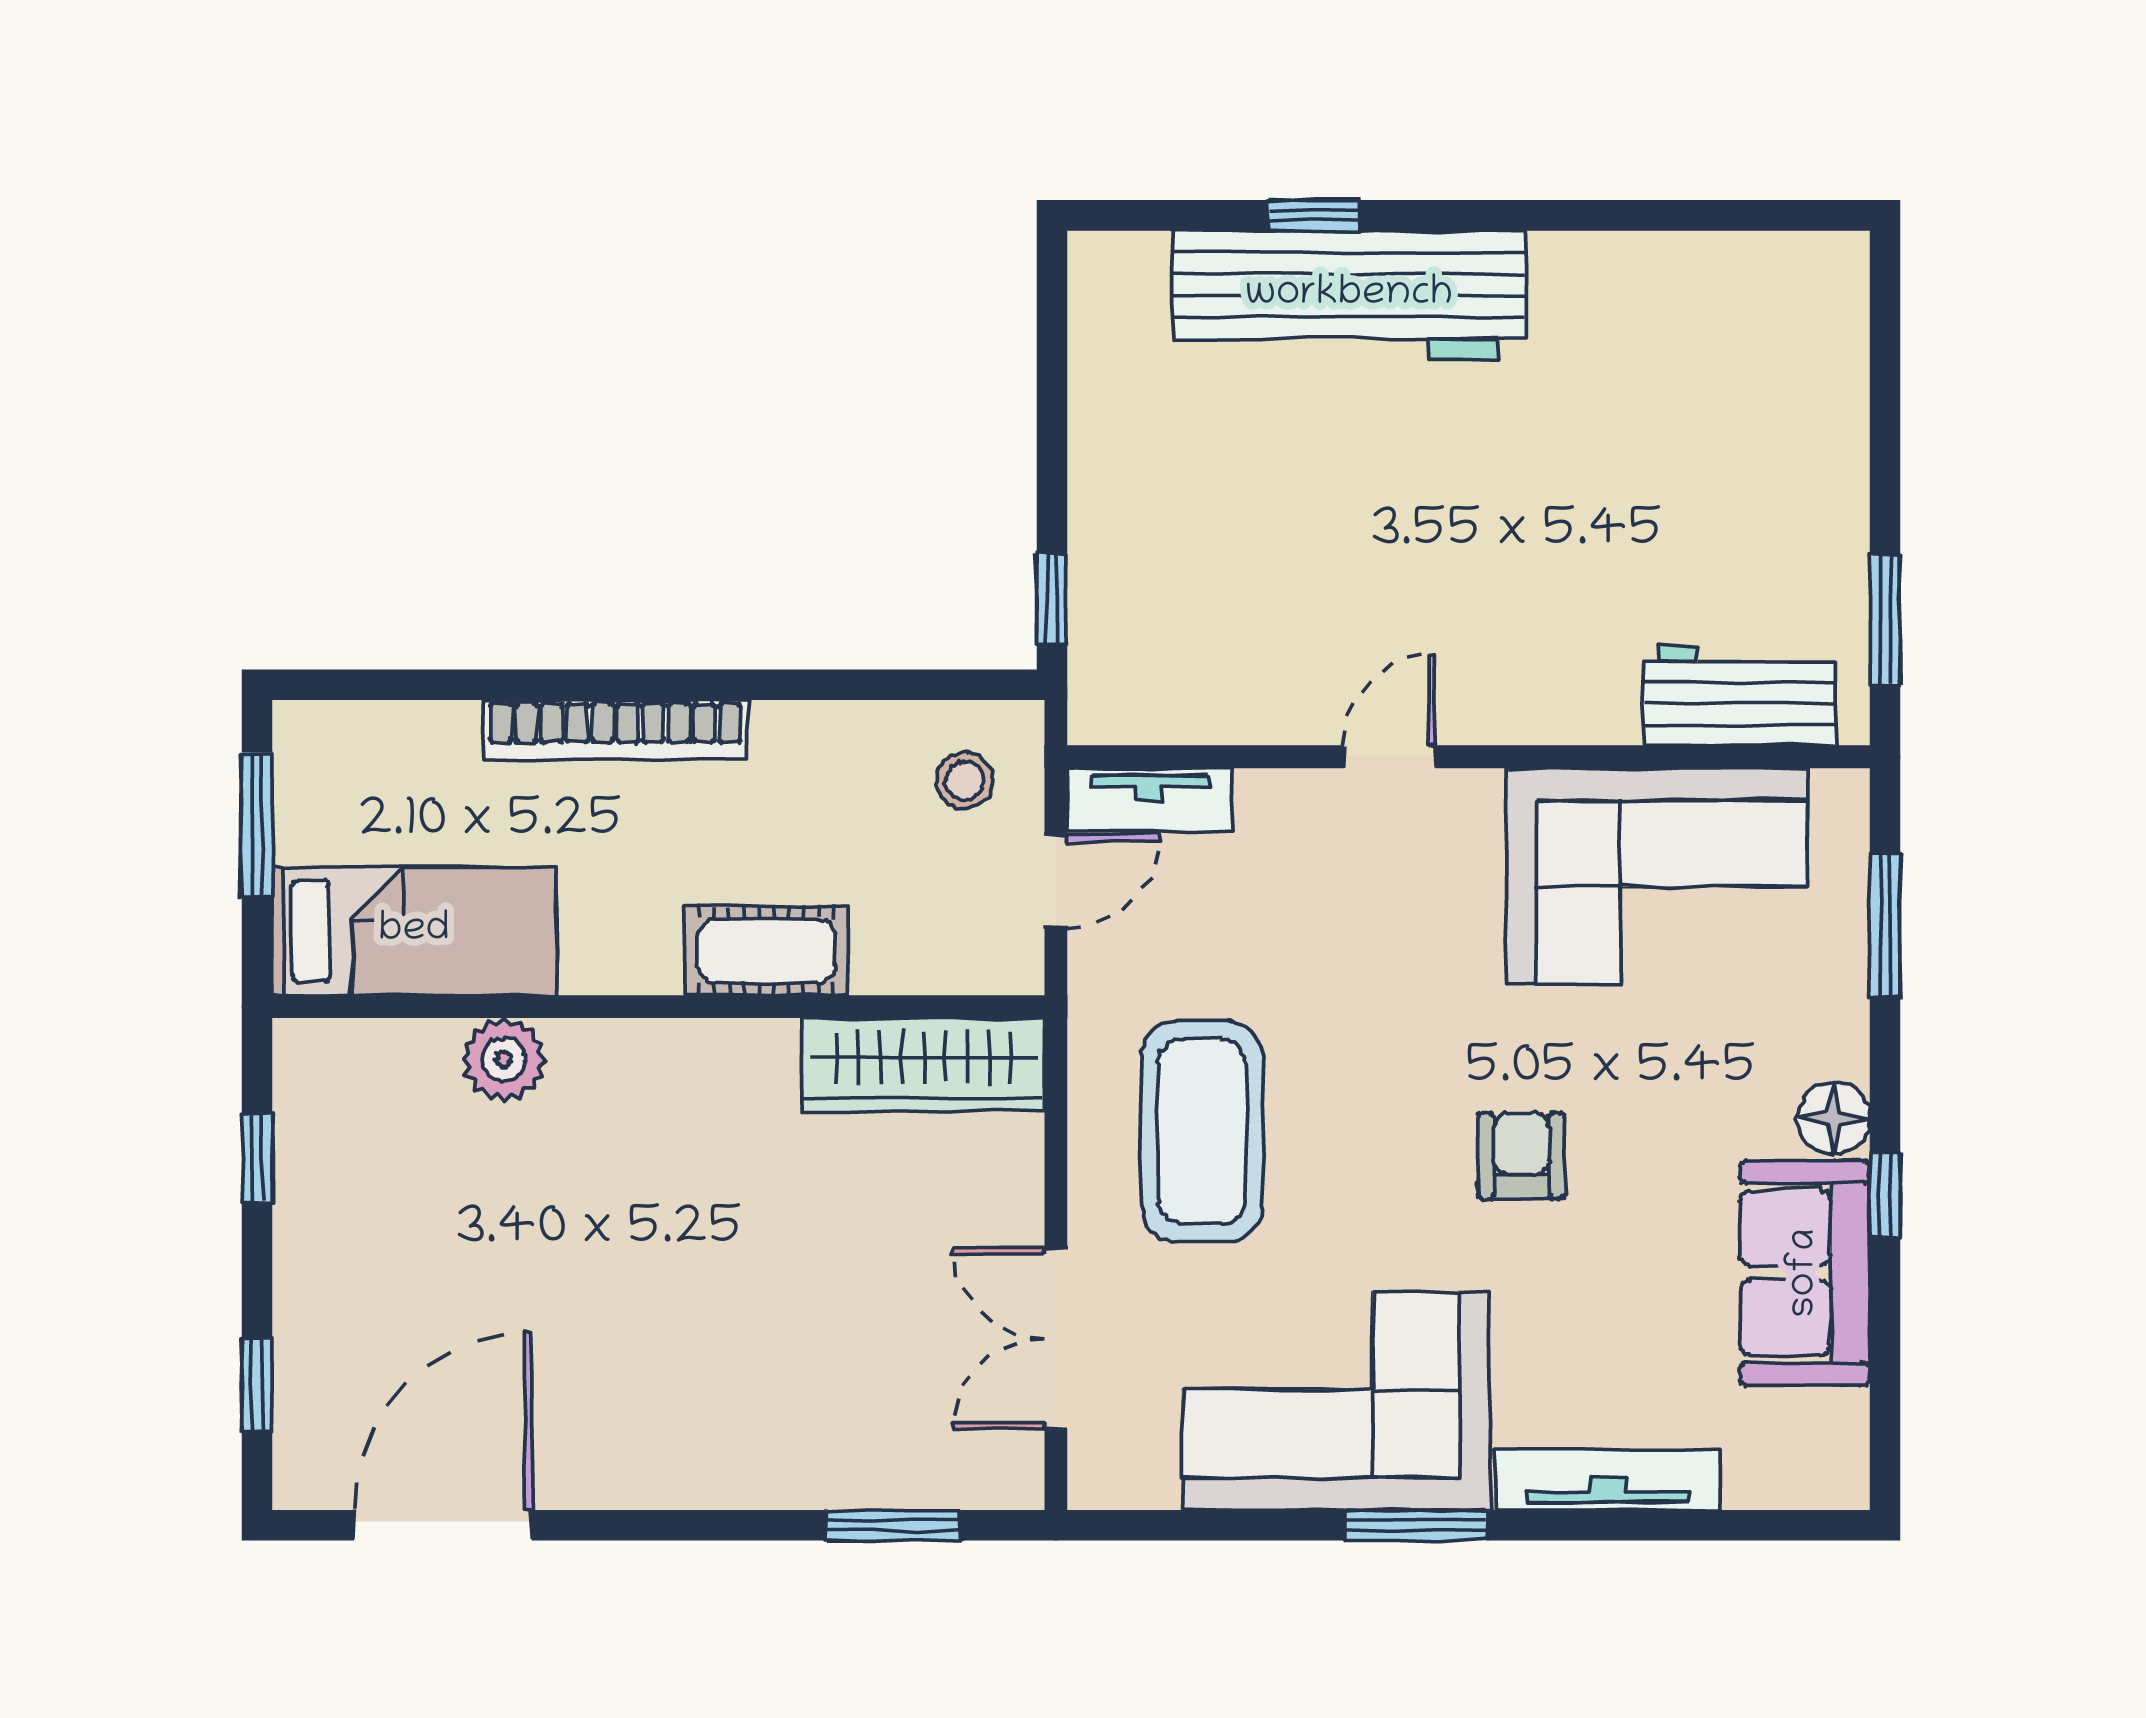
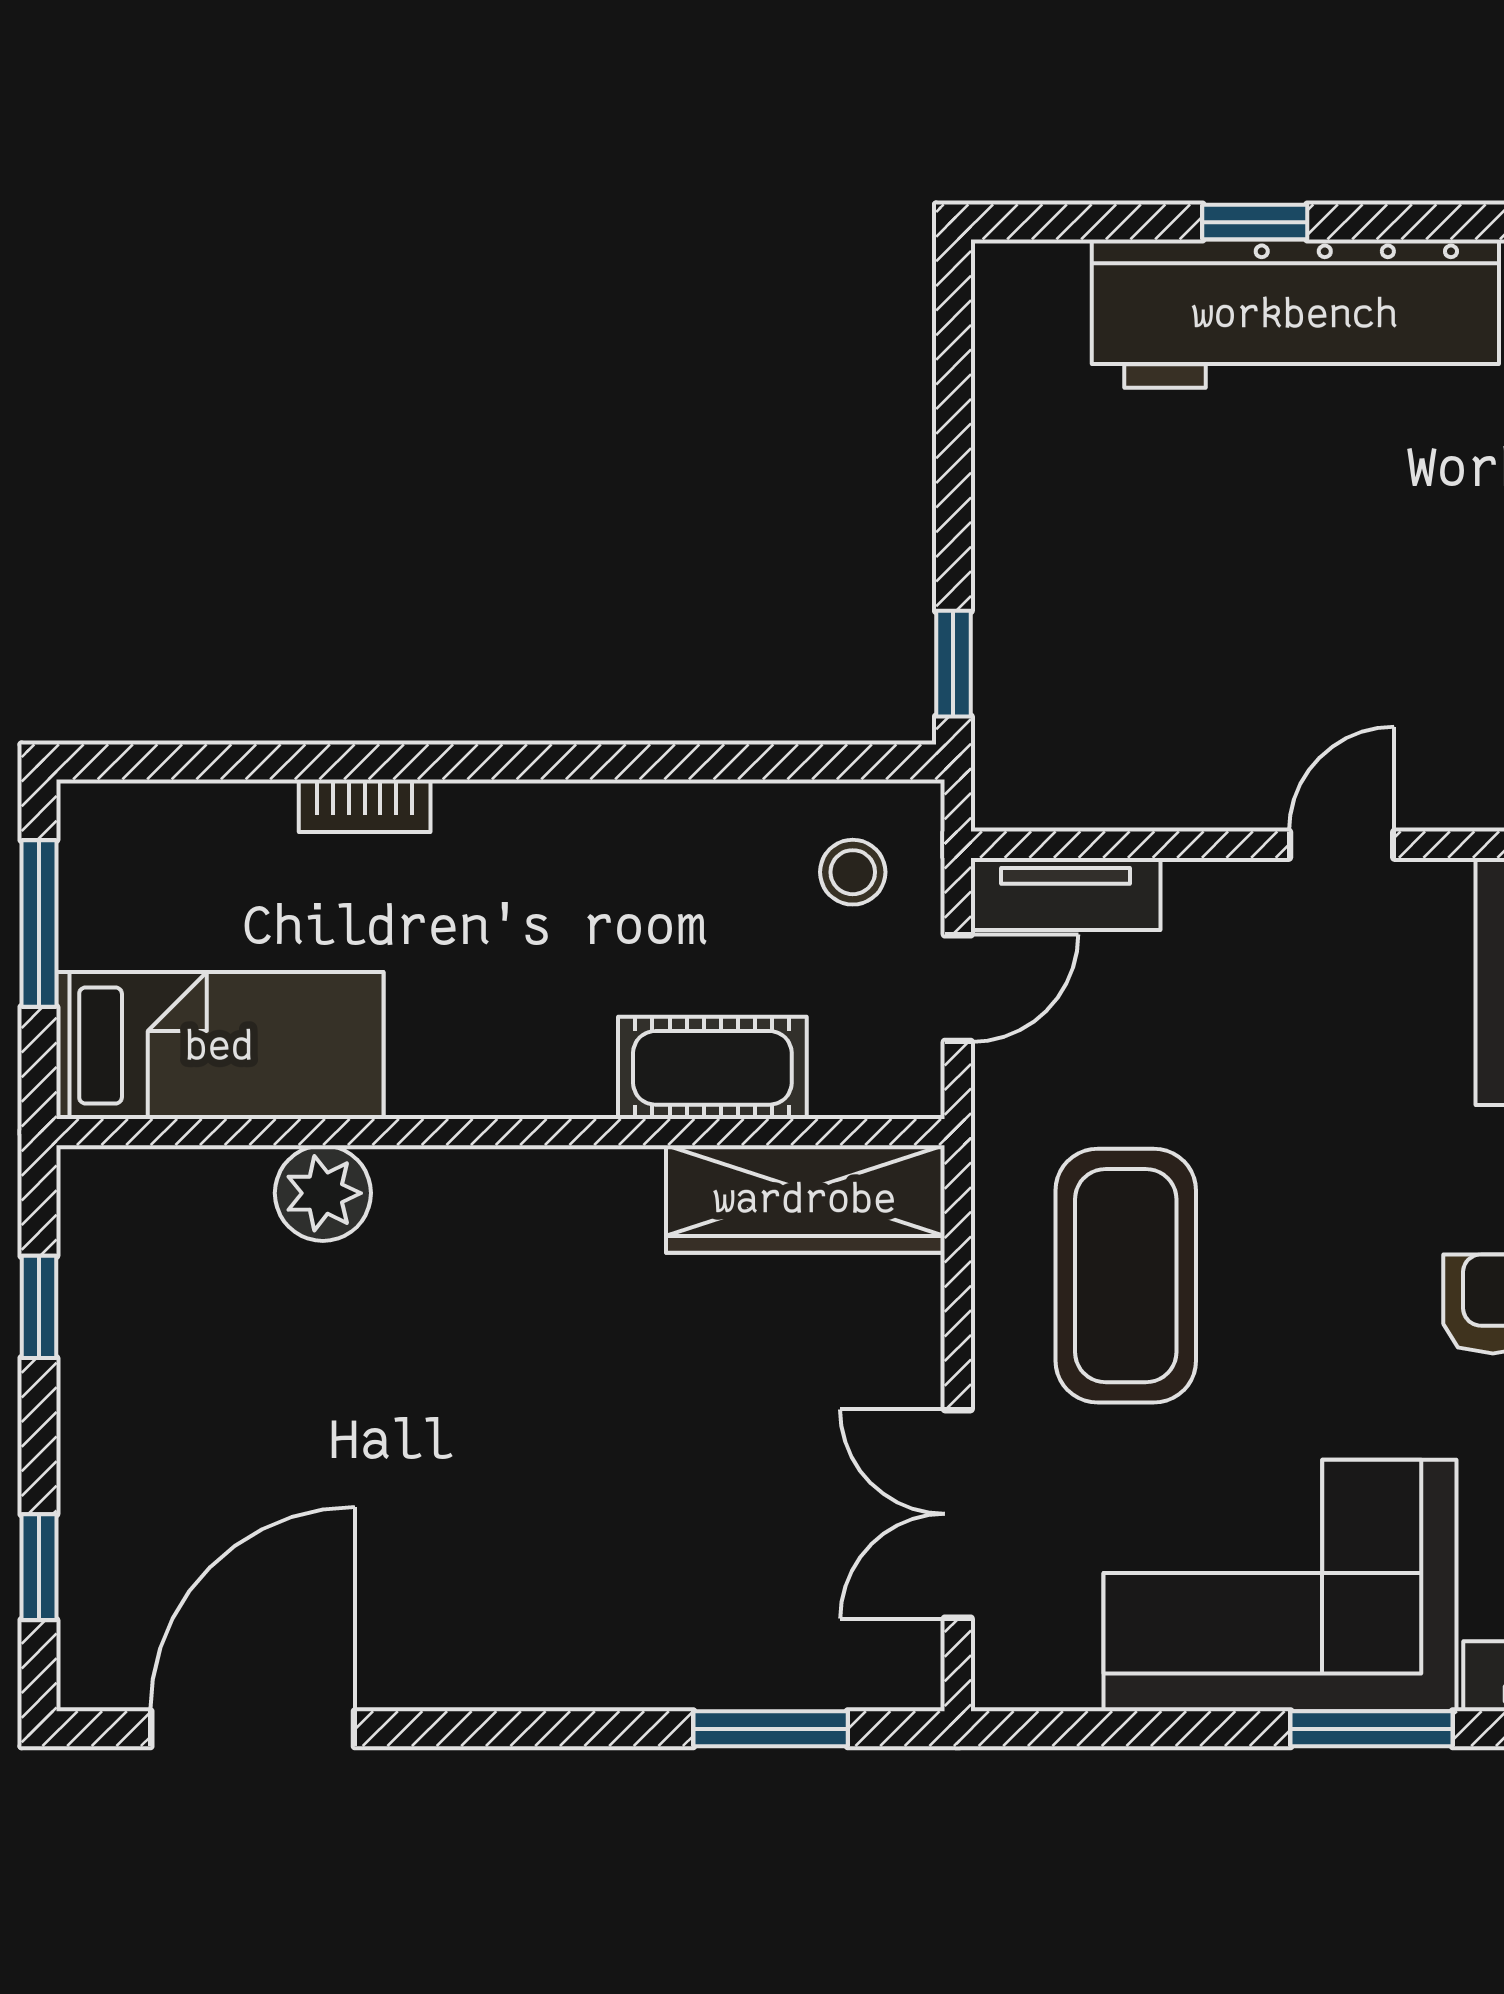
bookcase: (615, 730) -> (365, 806), width x0.43, depth x0.76
cot: (767, 951) -> (712, 1068), moved

